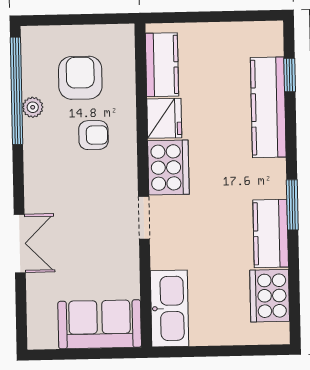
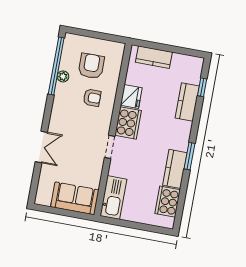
kitchen counter: (162, 65) -> (154, 57), moved, turned 90
kitchen counter: (268, 107) -> (187, 102), width x0.67

